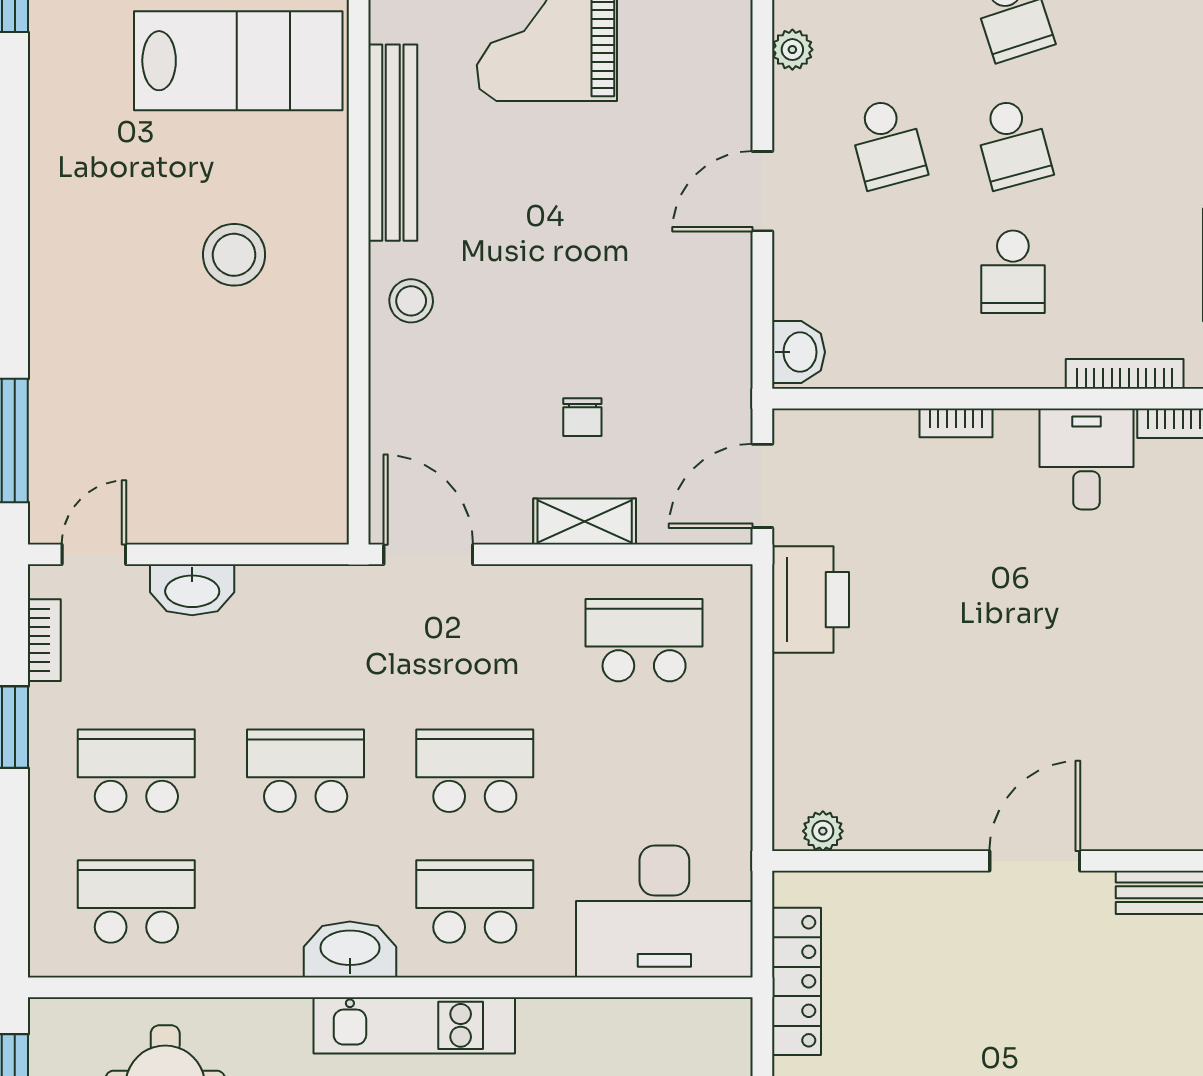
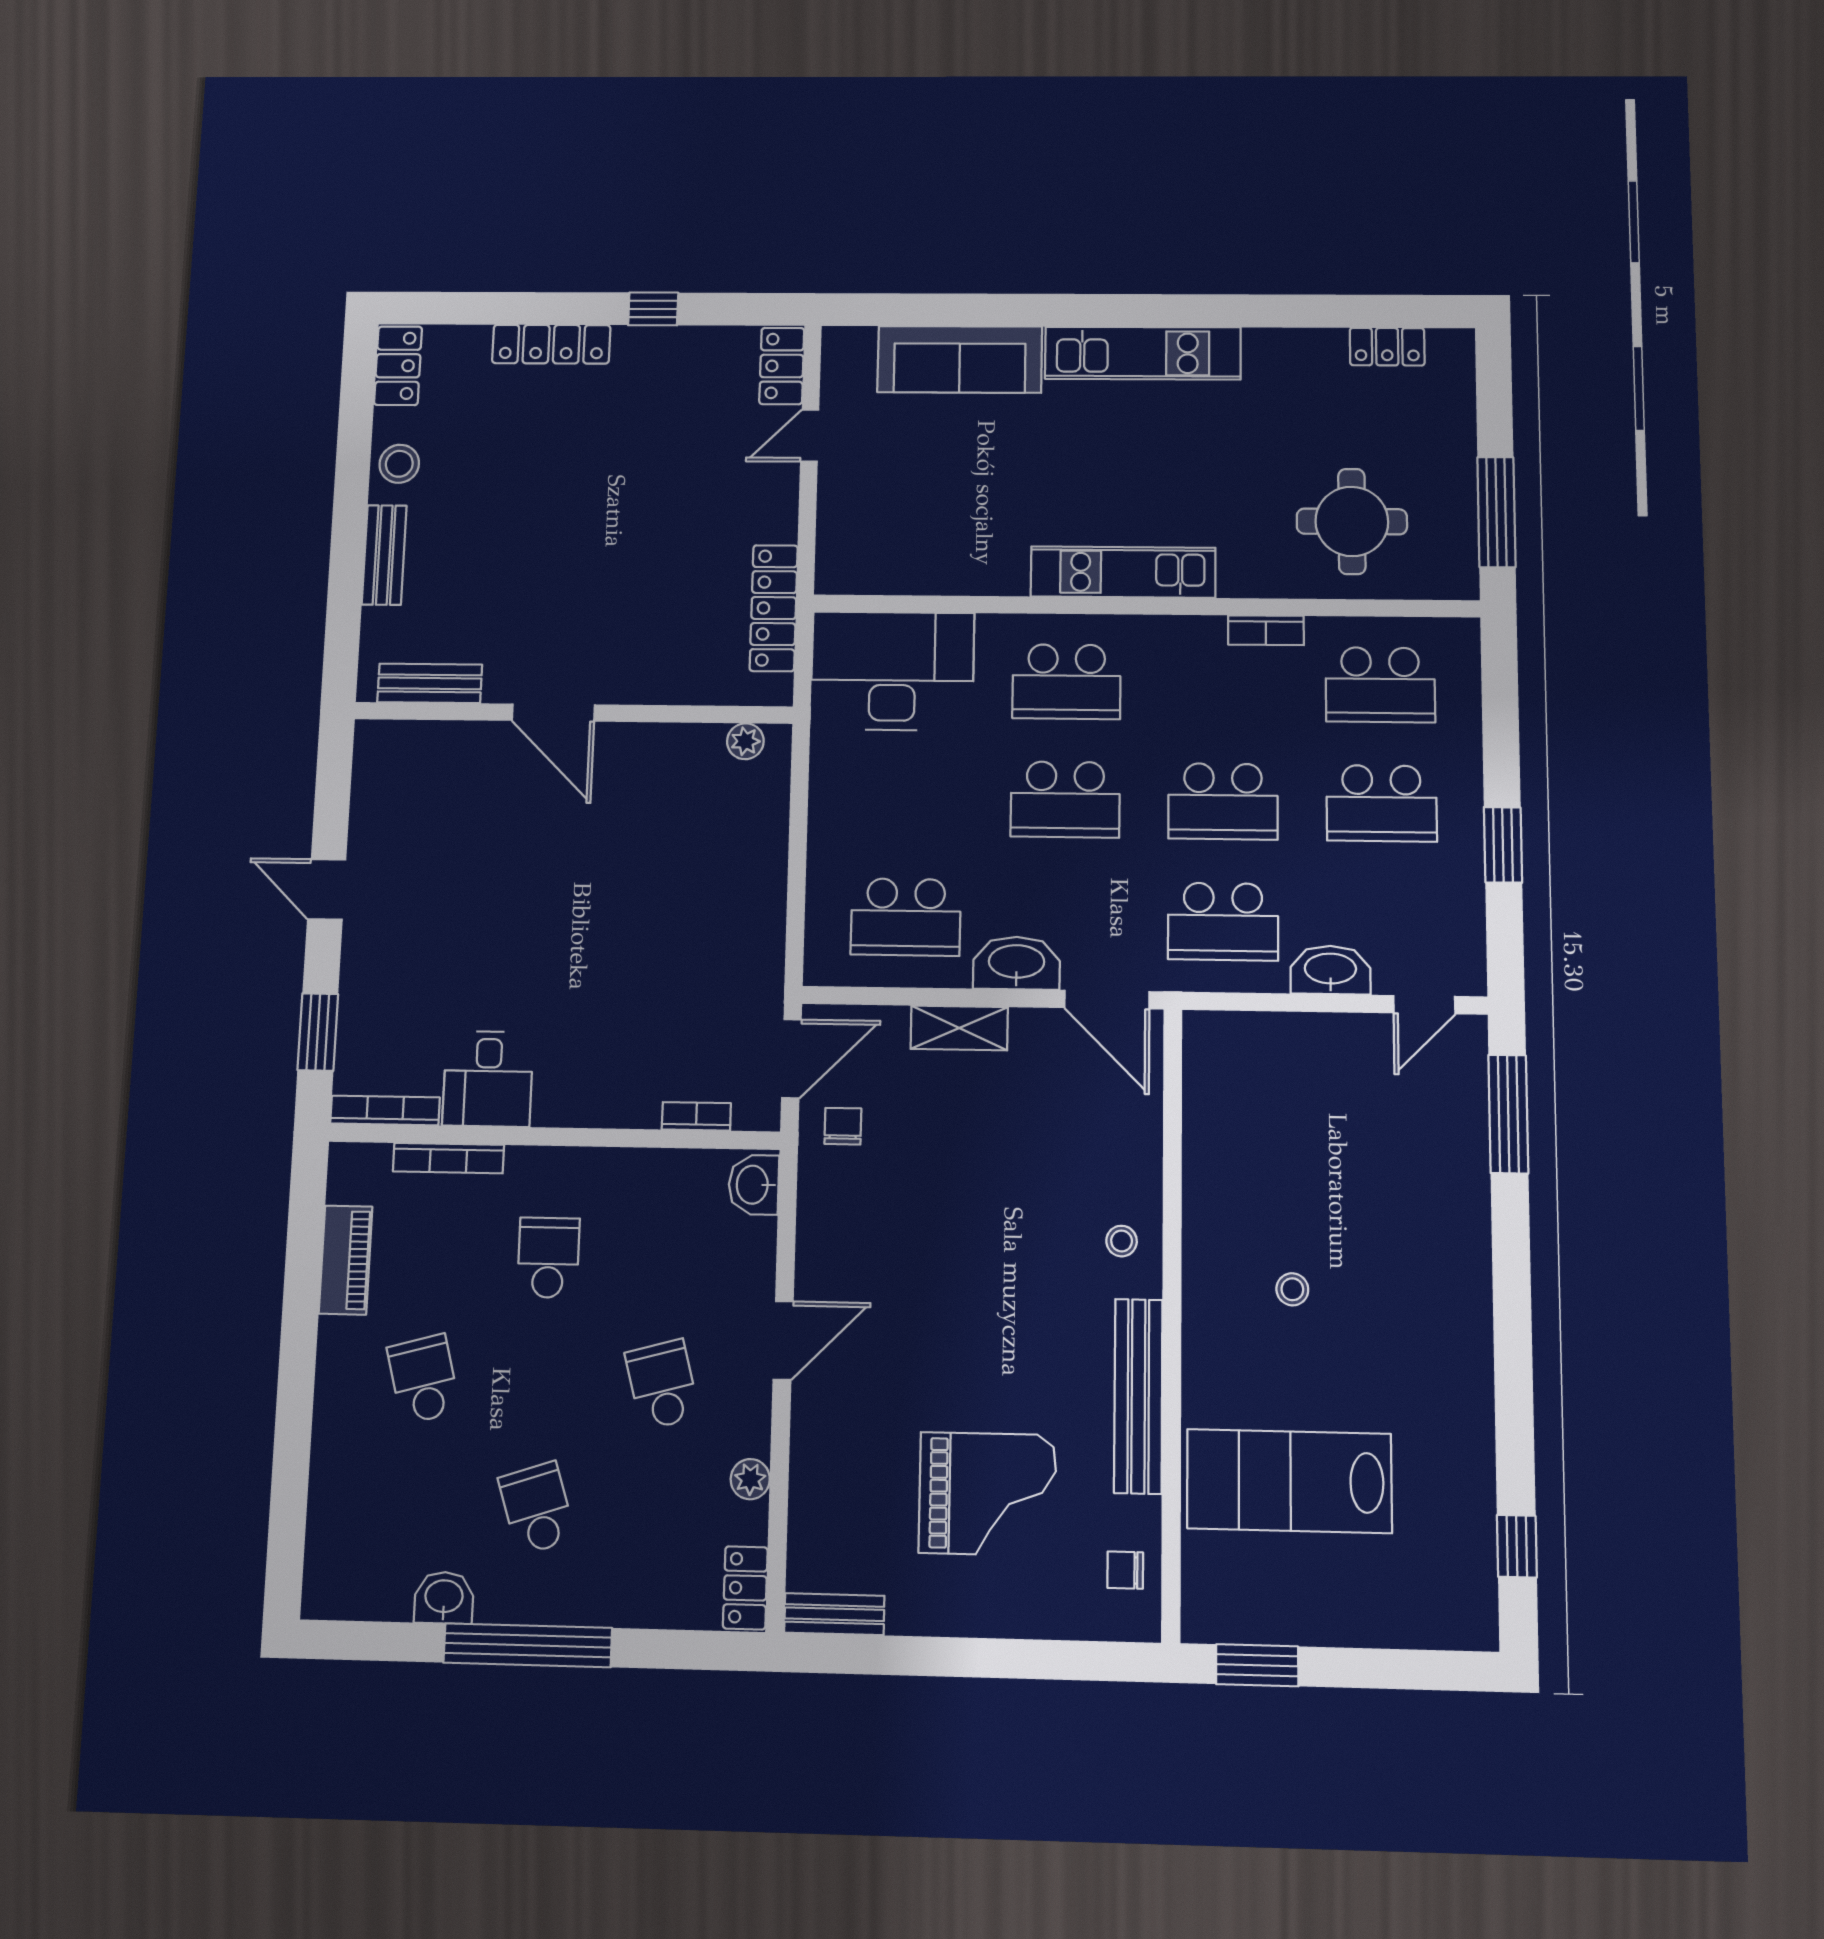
school desk: (1013, 143) -> (424, 1379), moved
stool: (234, 255) -> (1292, 1289), width x0.53, depth x0.53
stool: (411, 301) -> (1122, 1241), width x0.73, depth x0.73
chair: (582, 417) -> (843, 1126), moved
bookcase: (956, 423) -> (696, 1116), moved
printer: (810, 600) -> (750, 952), removed
bookcase: (44, 640) -> (1266, 630), moved, turned -90
school desk: (306, 640) -> (1223, 921), added
door: (1035, 861) -> (553, 713), hinge flipped
washbasin: (350, 949) -> (1017, 963), moved, turned 180

